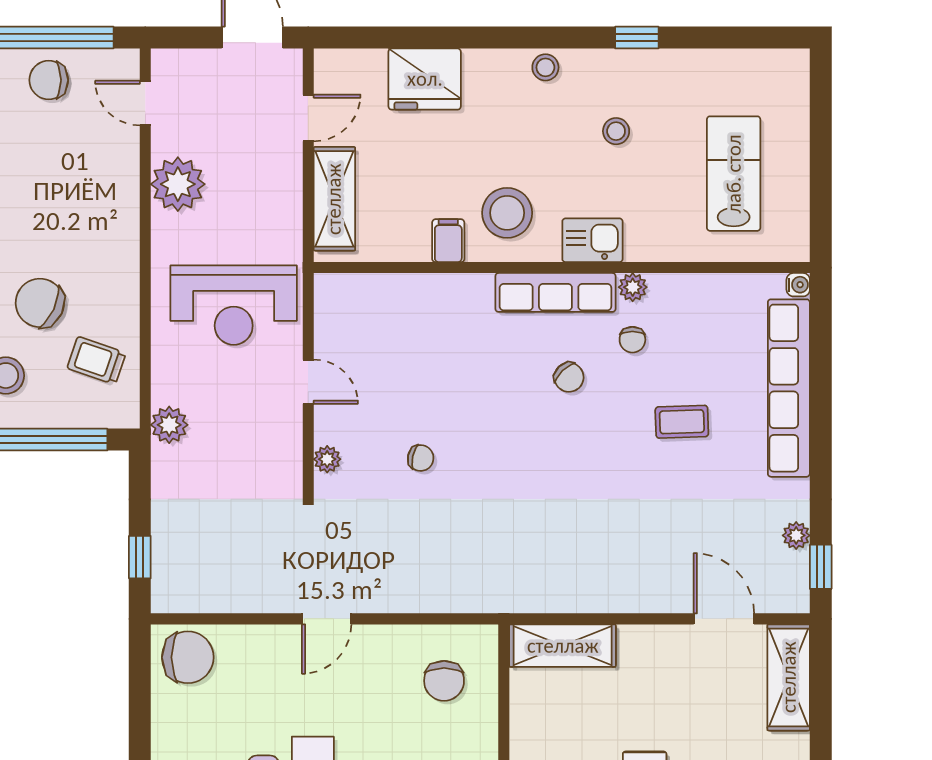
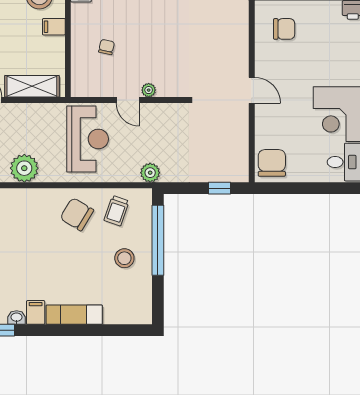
chair: (40, 303) -> (77, 214), moved, turned 96
door: (308, 382) -> (128, 100), swing flipped
chair: (421, 458) -> (106, 47), moved
plant: (327, 459) -> (149, 90), moved

